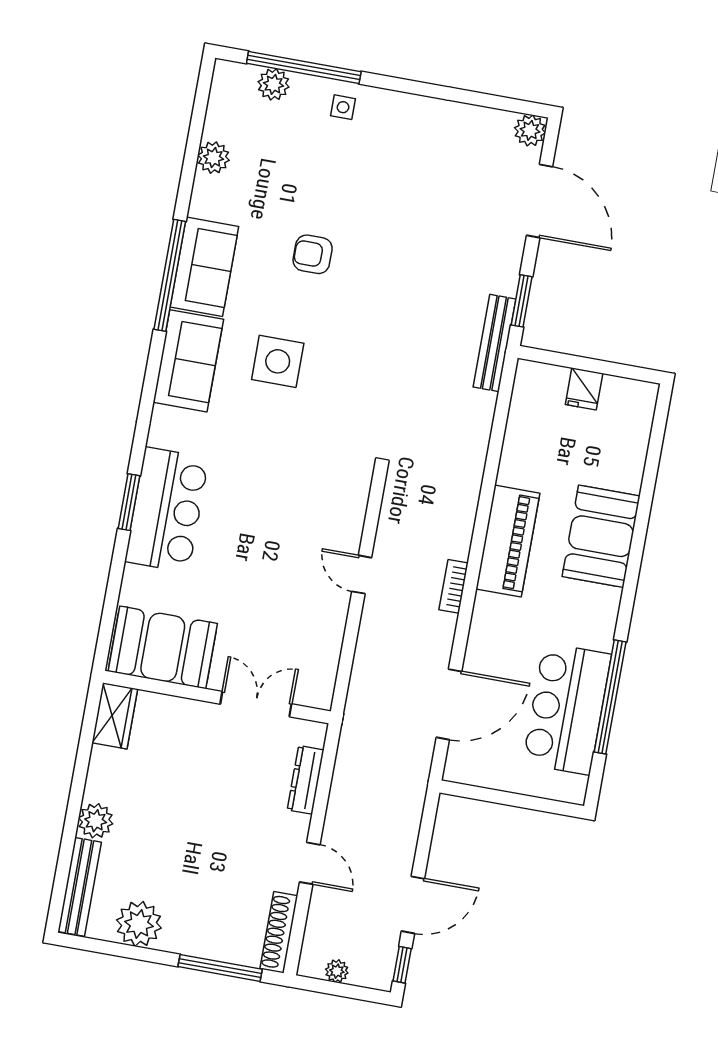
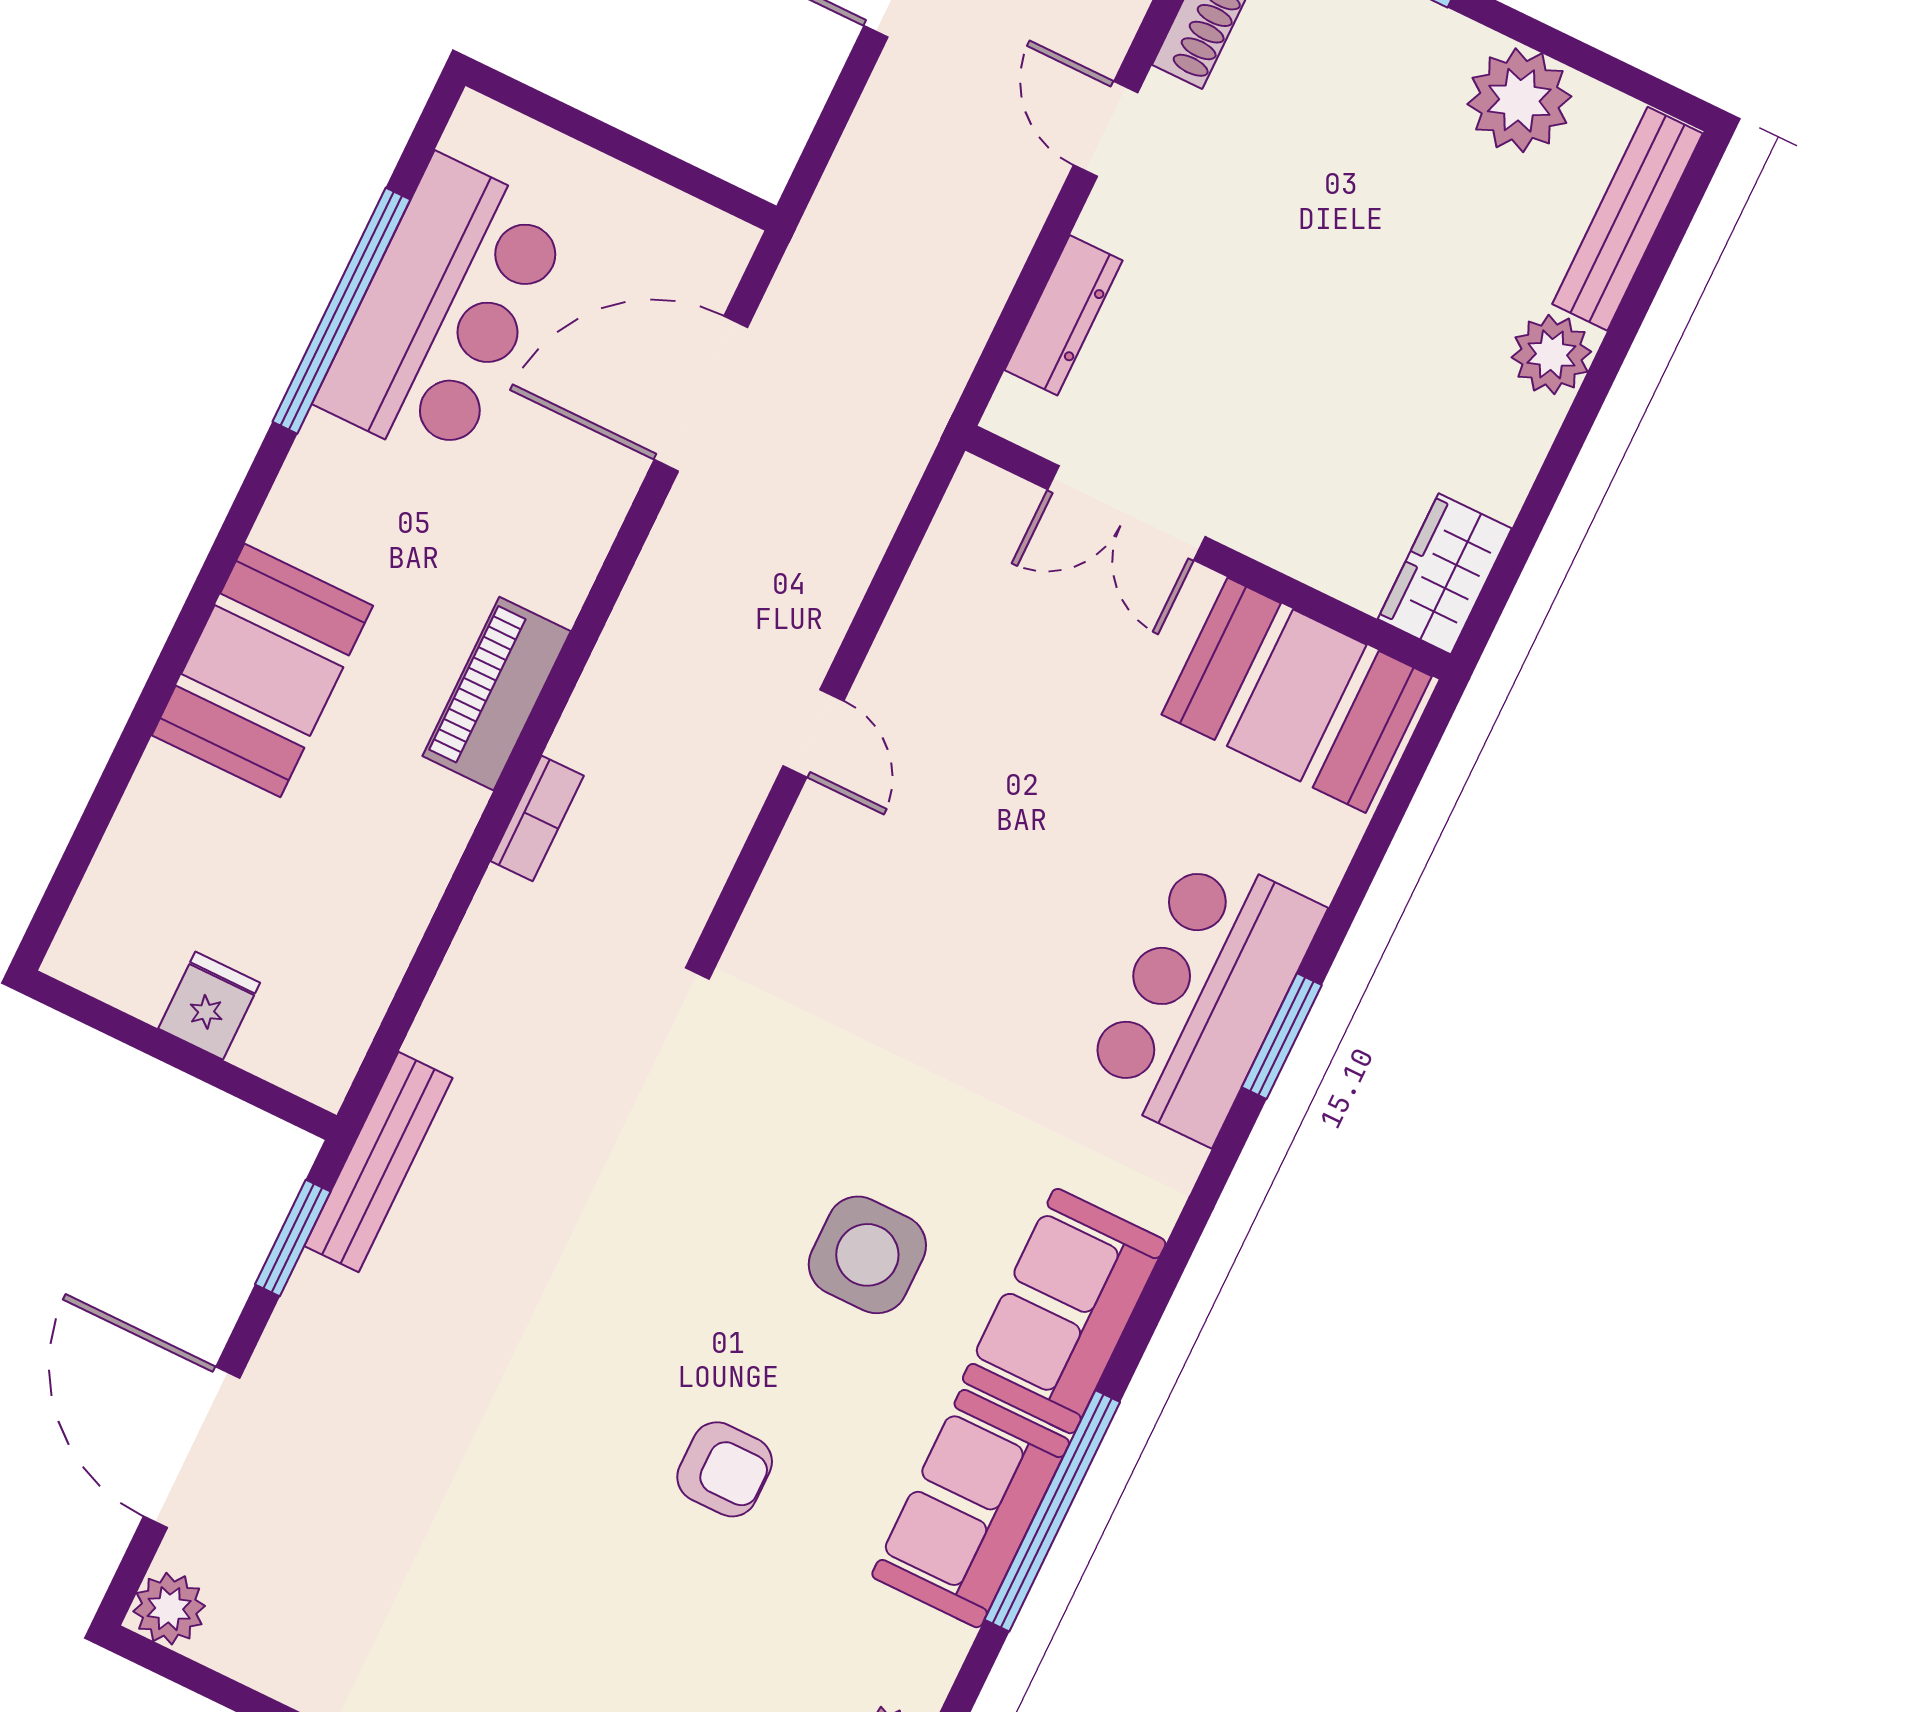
piano: (508, 541) -> (497, 694), width x0.73, depth x0.75
bookcase: (454, 586) -> (537, 818), moved

